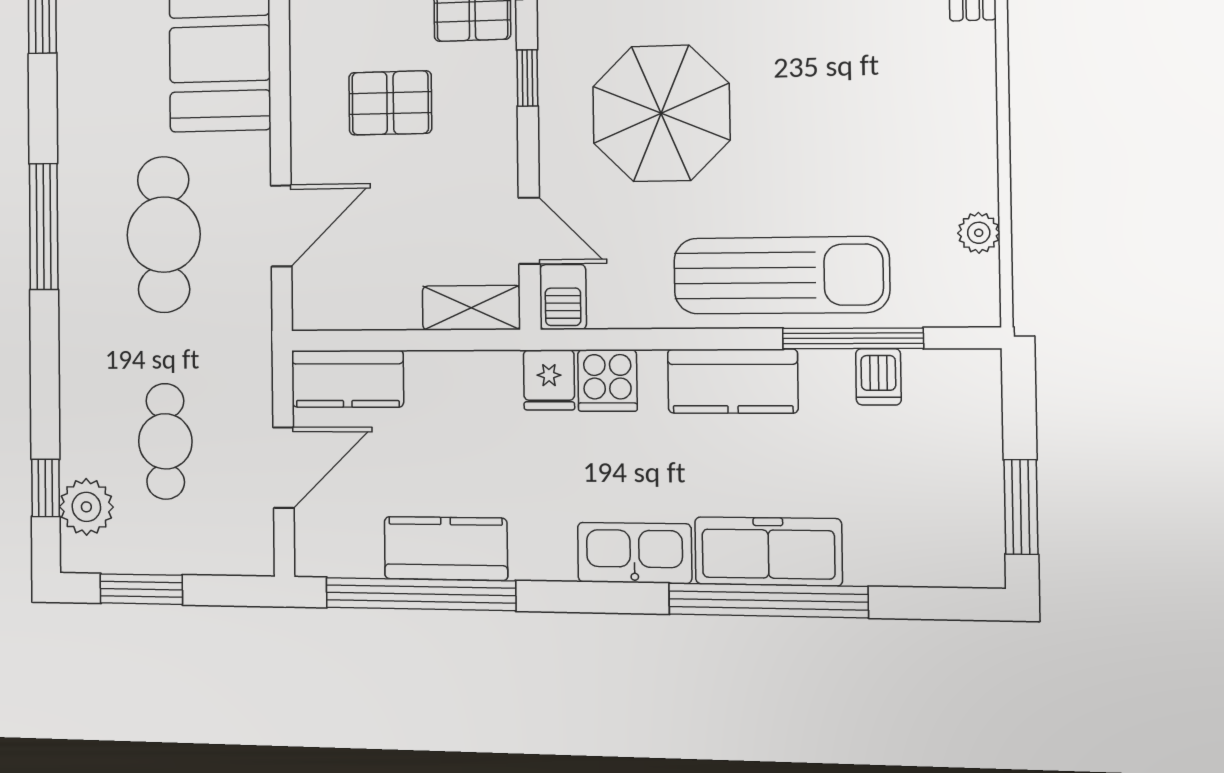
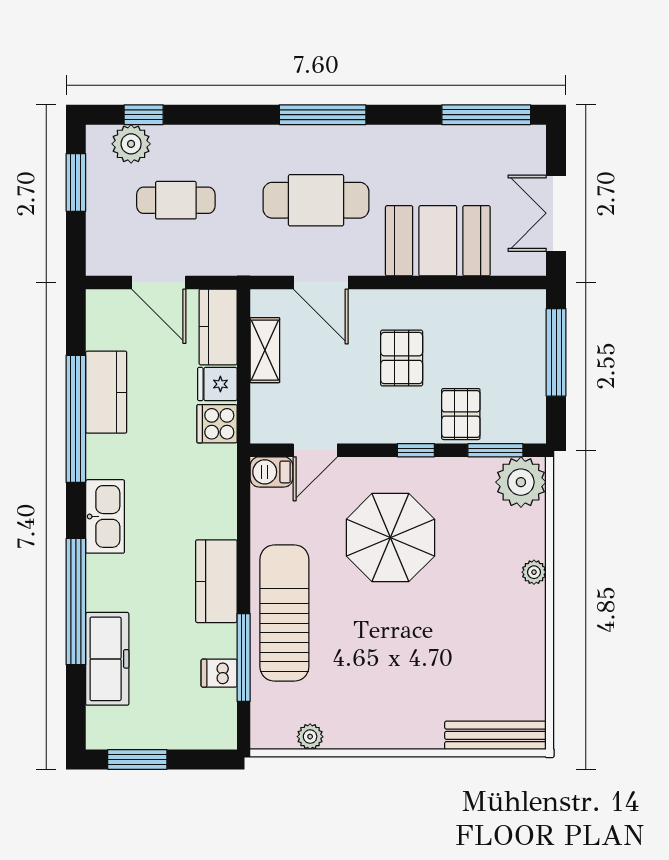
sun lounger: (781, 275) -> (284, 613), turned 180
shelving: (471, 308) -> (265, 350), moved
fridge: (549, 380) -> (217, 384), moved
cooker: (607, 380) -> (217, 424), moved
freezer: (768, 551) -> (107, 659), moved
window: (420, 594) -> (76, 419), moved

